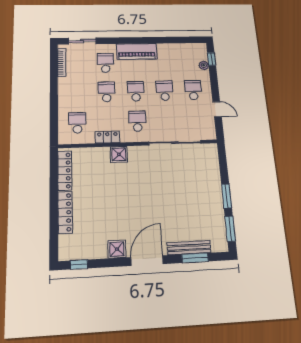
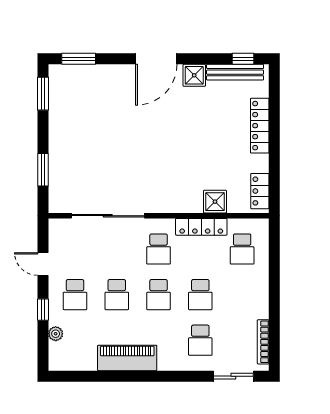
piano: (137, 51) -> (127, 358), moved
window: (211, 59) -> (43, 310), moved
locker: (107, 137) -> (201, 227), width x1.53
shower: (119, 154) -> (215, 202), moved
locker: (65, 171) -> (260, 191), width x0.66
window: (227, 196) -> (43, 170), moved
bench: (189, 248) -> (235, 72), moved
window: (195, 258) -> (79, 59), moved

